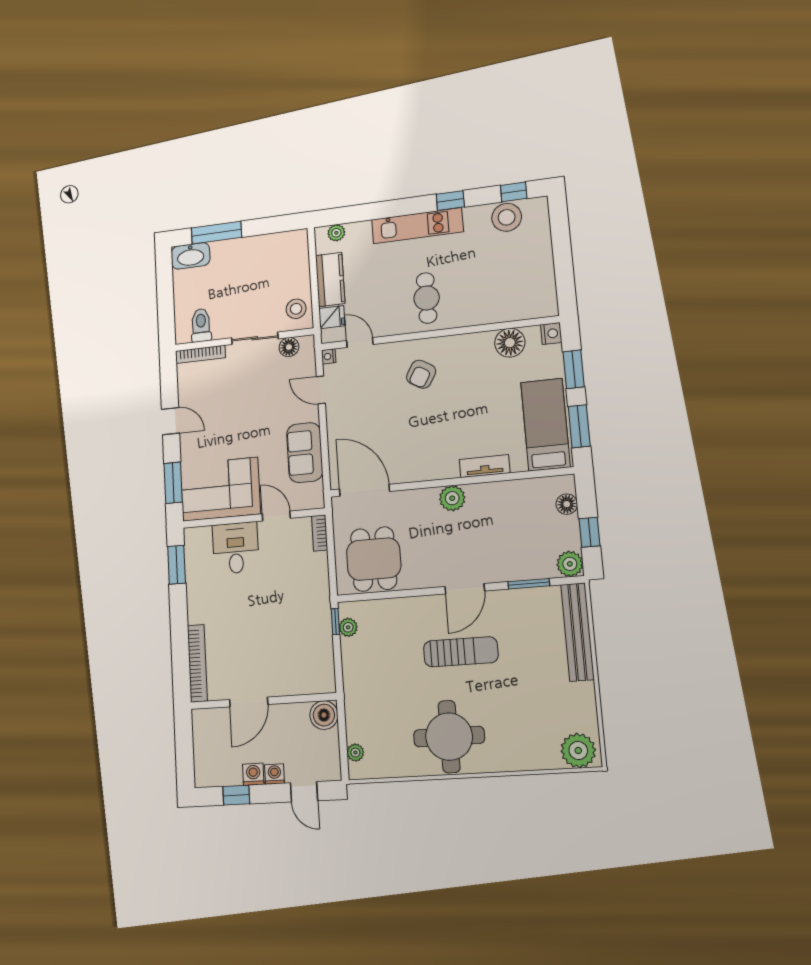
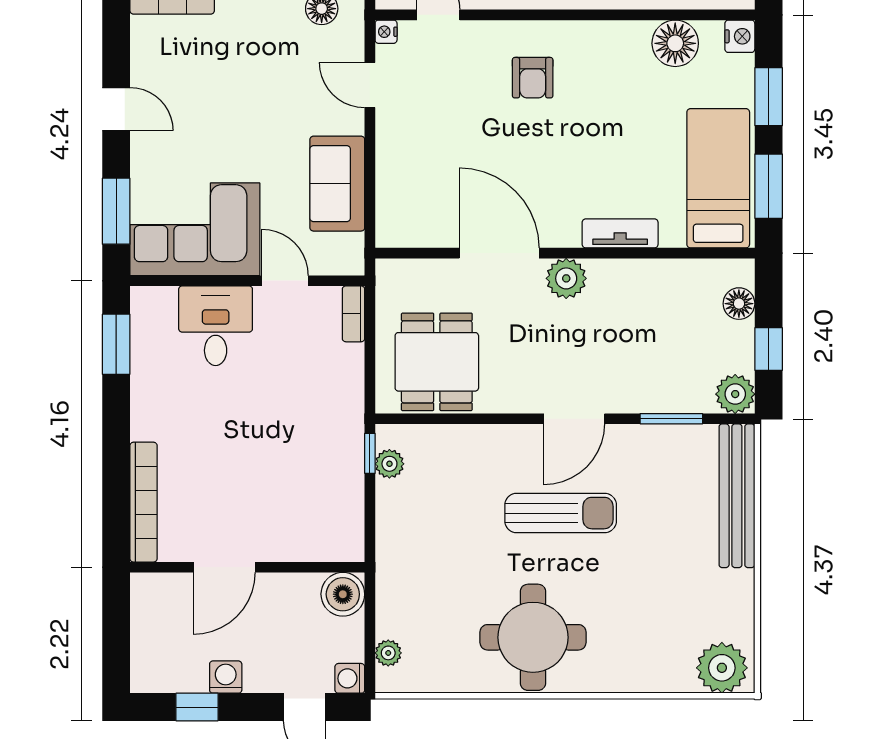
armchair: (421, 374) -> (533, 78), turned -30
door: (364, 490) -> (499, 253), moved
washing machine: (274, 774) -> (350, 678), moved, turned -90

